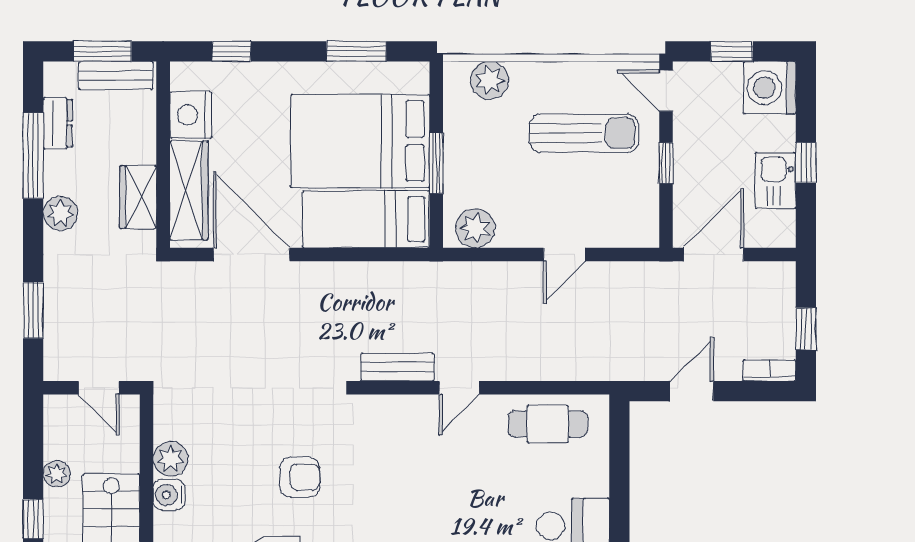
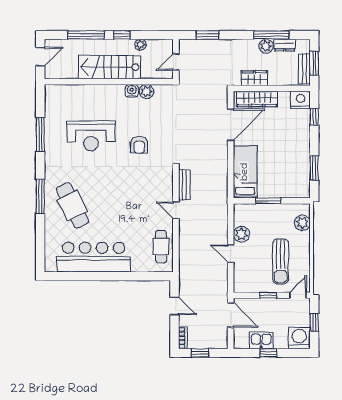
nightstand: (191, 115) -> (301, 100), moved
bed: (360, 141) -> (277, 169), removed
plant: (60, 213) -> (266, 46), moved
plant: (475, 228) -> (241, 234), moved

